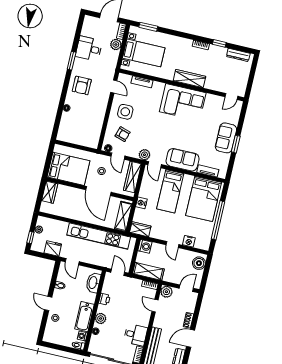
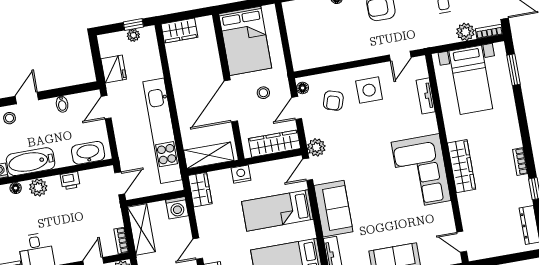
wardrobe: (50, 192) -> (179, 31), moved
window: (30, 237) -> (133, 25), moved

